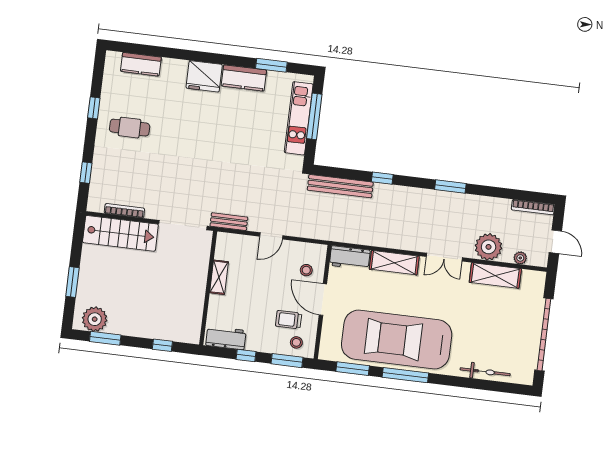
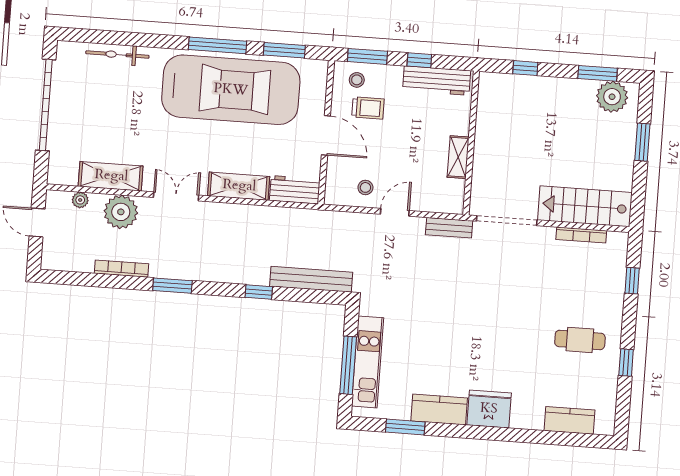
bookcase: (533, 207) -> (122, 269), moved
stool: (306, 270) -> (365, 187), moved
workbench: (226, 338) -> (437, 80), width x1.38

